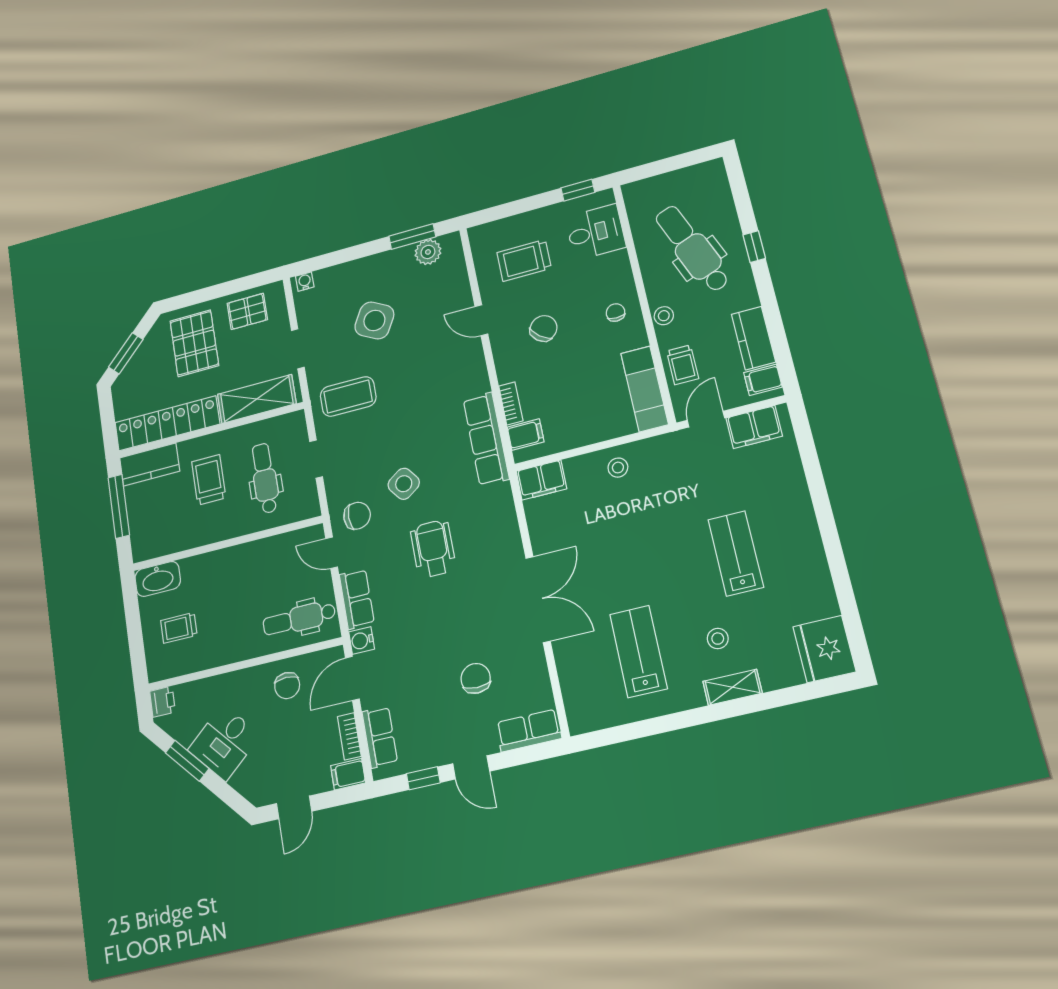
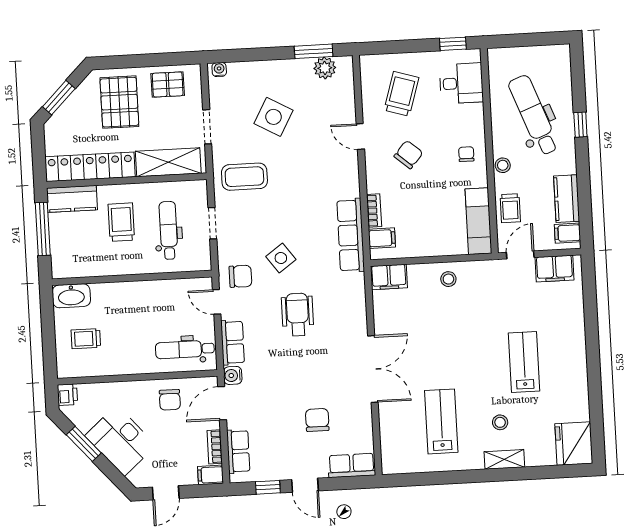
trolley: (524, 260) -> (401, 94), turned 107
desk: (224, 743) -> (120, 440), width x1.37

